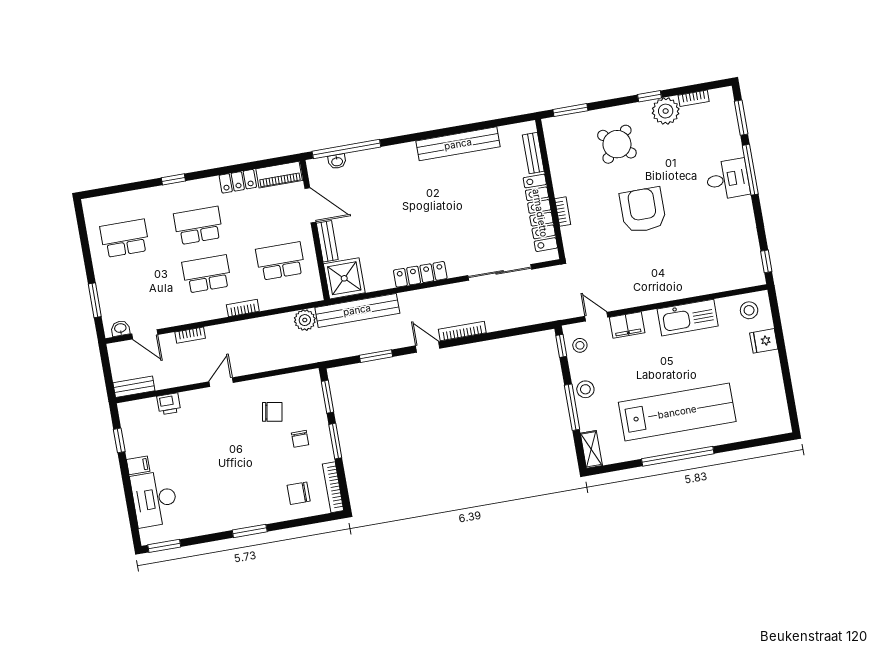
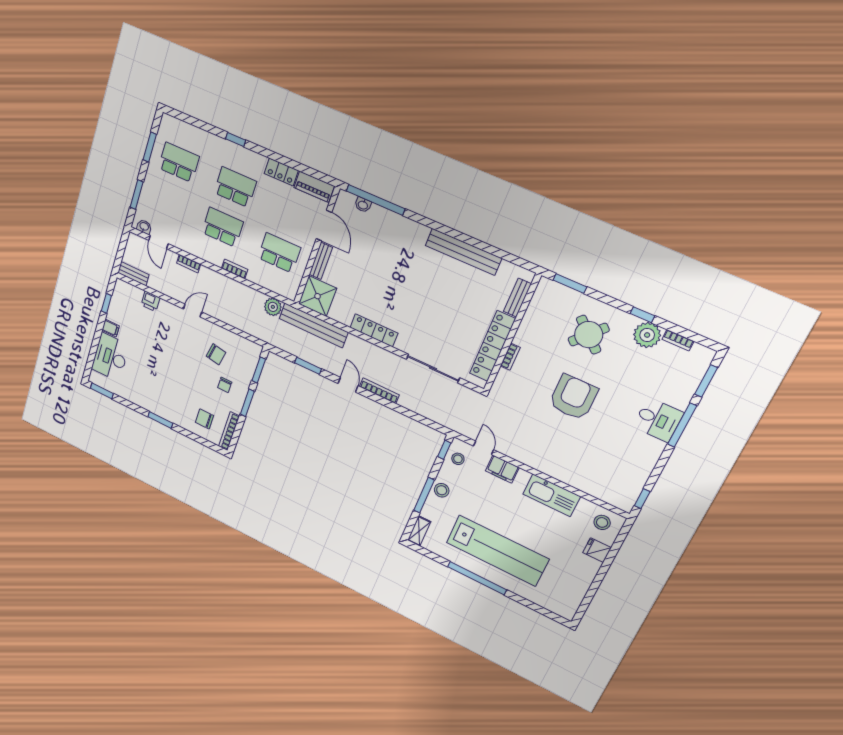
window: (85, 243) -> (150, 147), added

